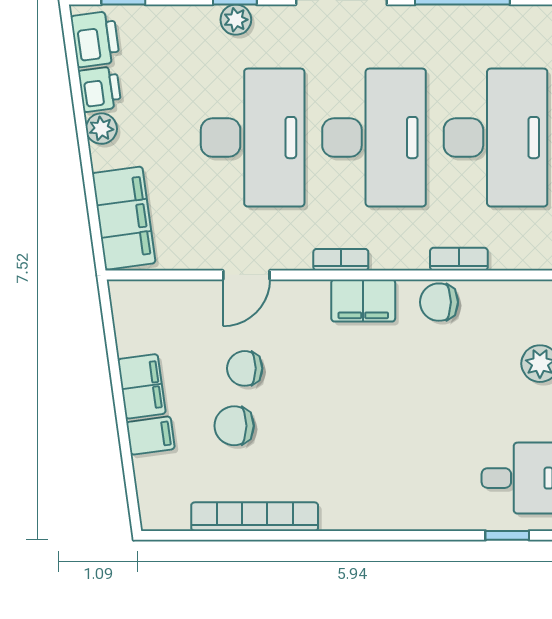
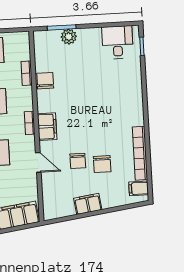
filing cabinet: (363, 301) -> (47, 127), moved
chair: (439, 302) -> (45, 81), turned 180
filing cabinet: (151, 436) -> (139, 188), moved, turned -82

